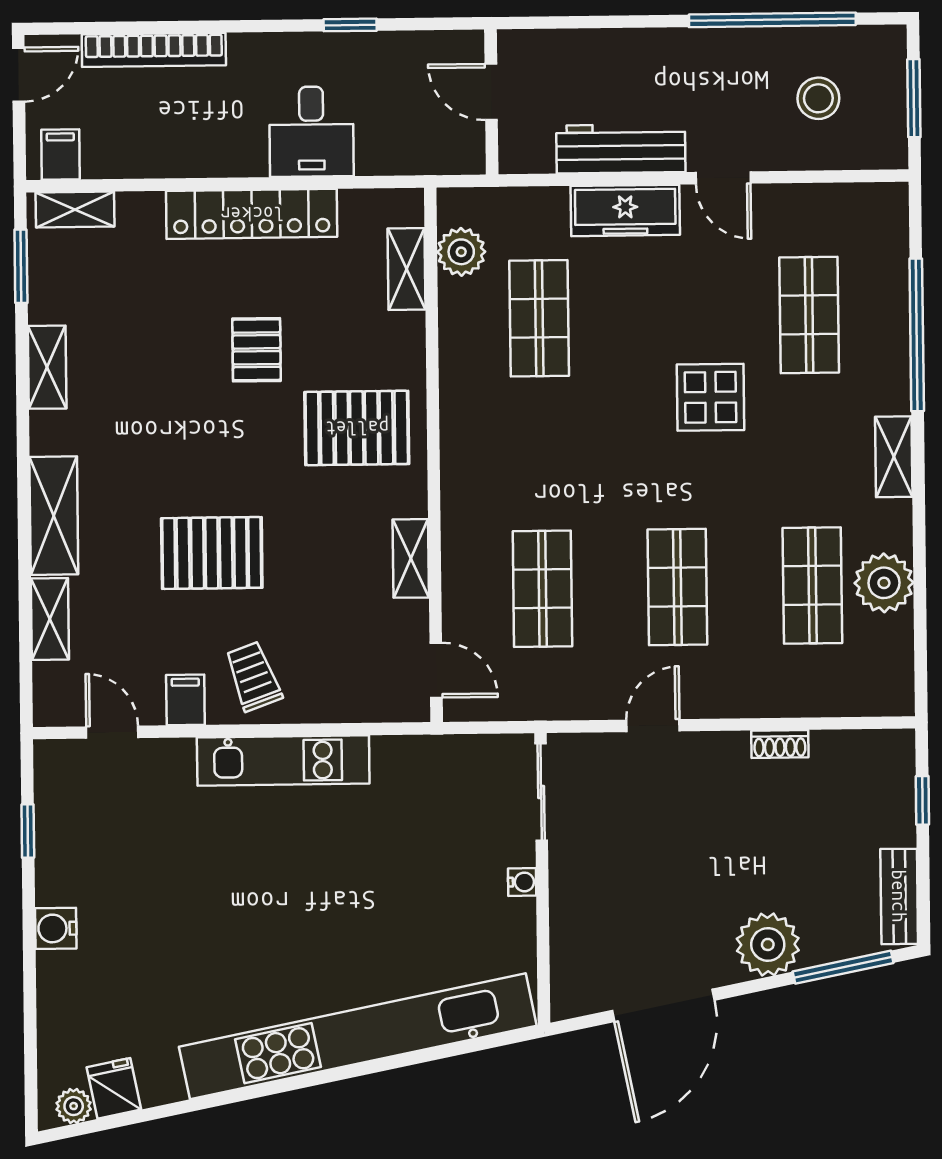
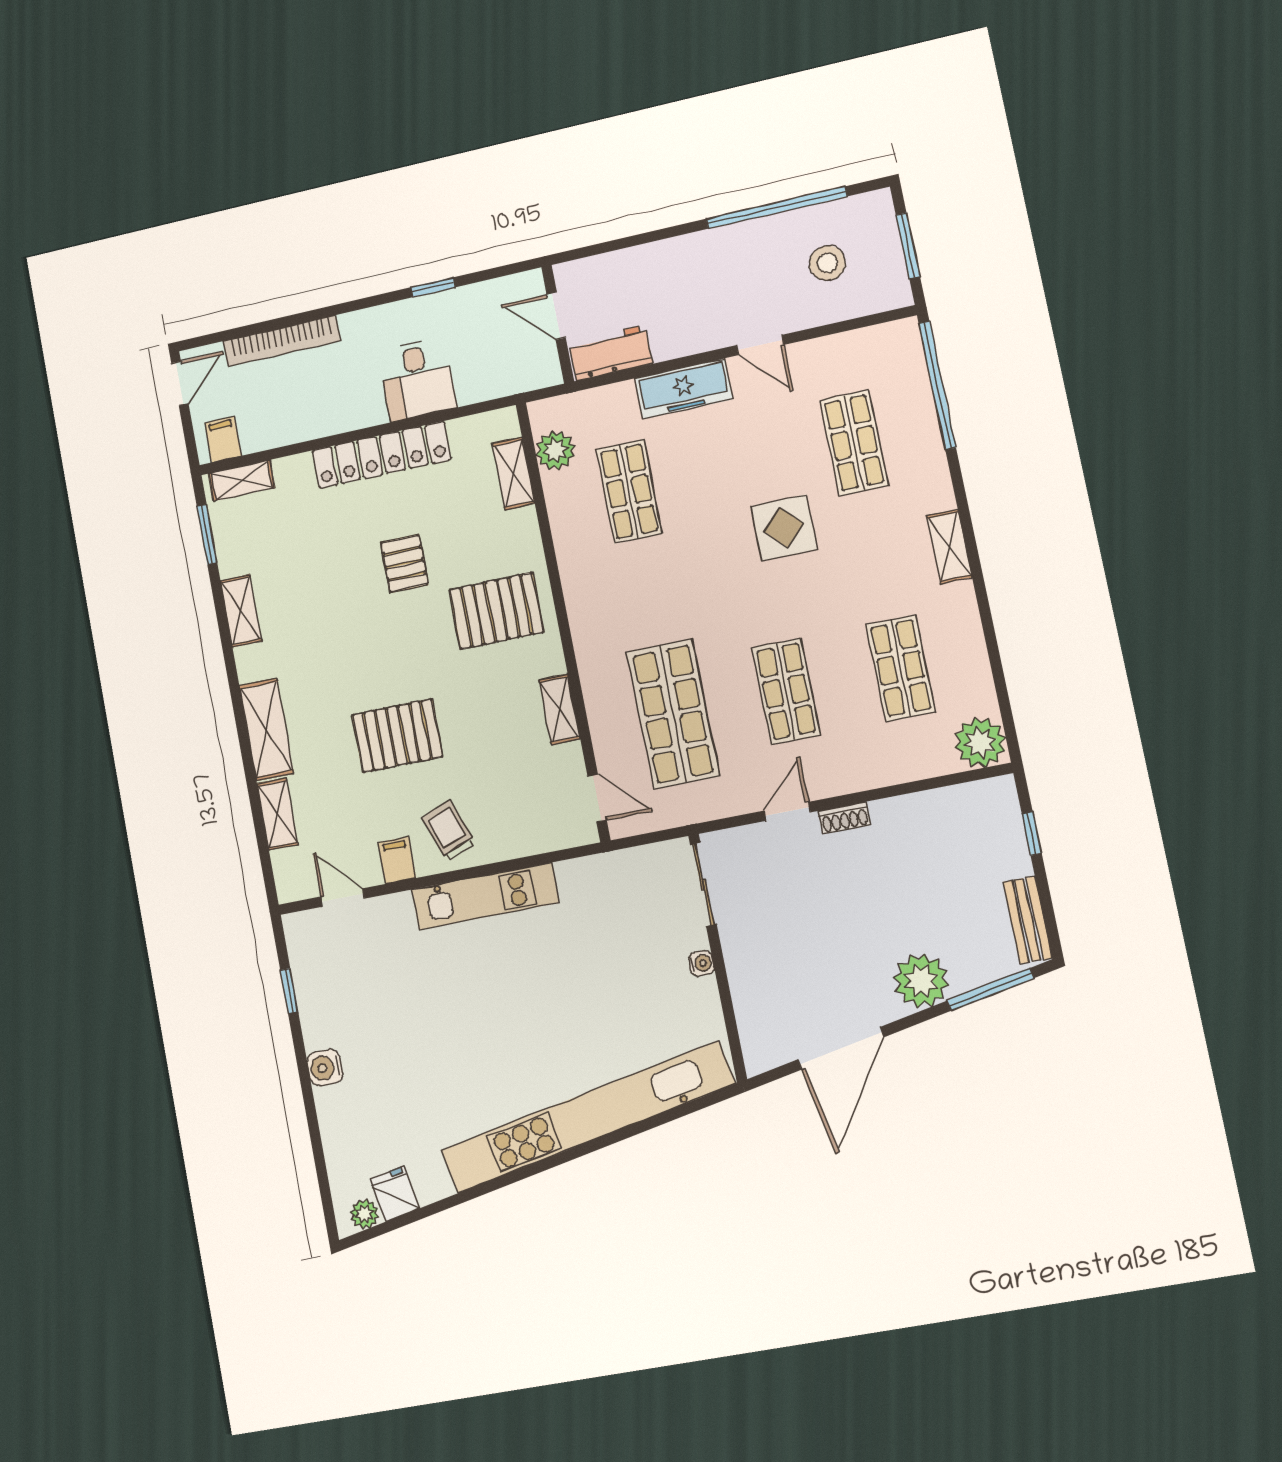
workbench: (621, 149) -> (611, 353), moved, width x0.73
window: (917, 335) -> (937, 385), moved
plant: (884, 583) -> (980, 742), moved
shop shelf: (542, 589) -> (673, 714), width x1.43, depth x1.36
shoe rack: (780, 744) -> (844, 818), moved

